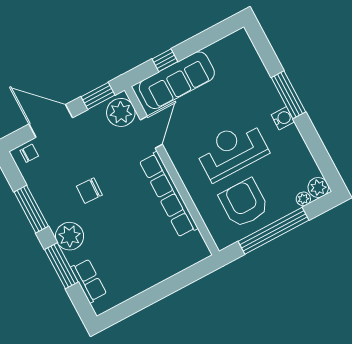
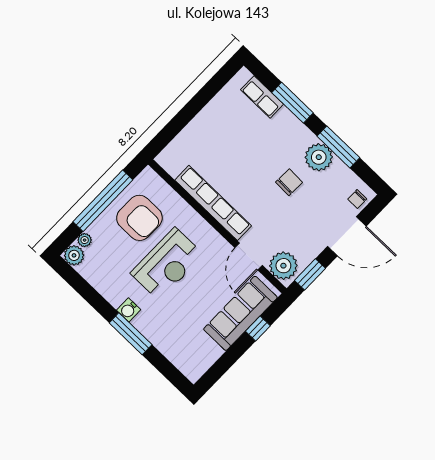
plant: (70, 236) -> (319, 157), moved

